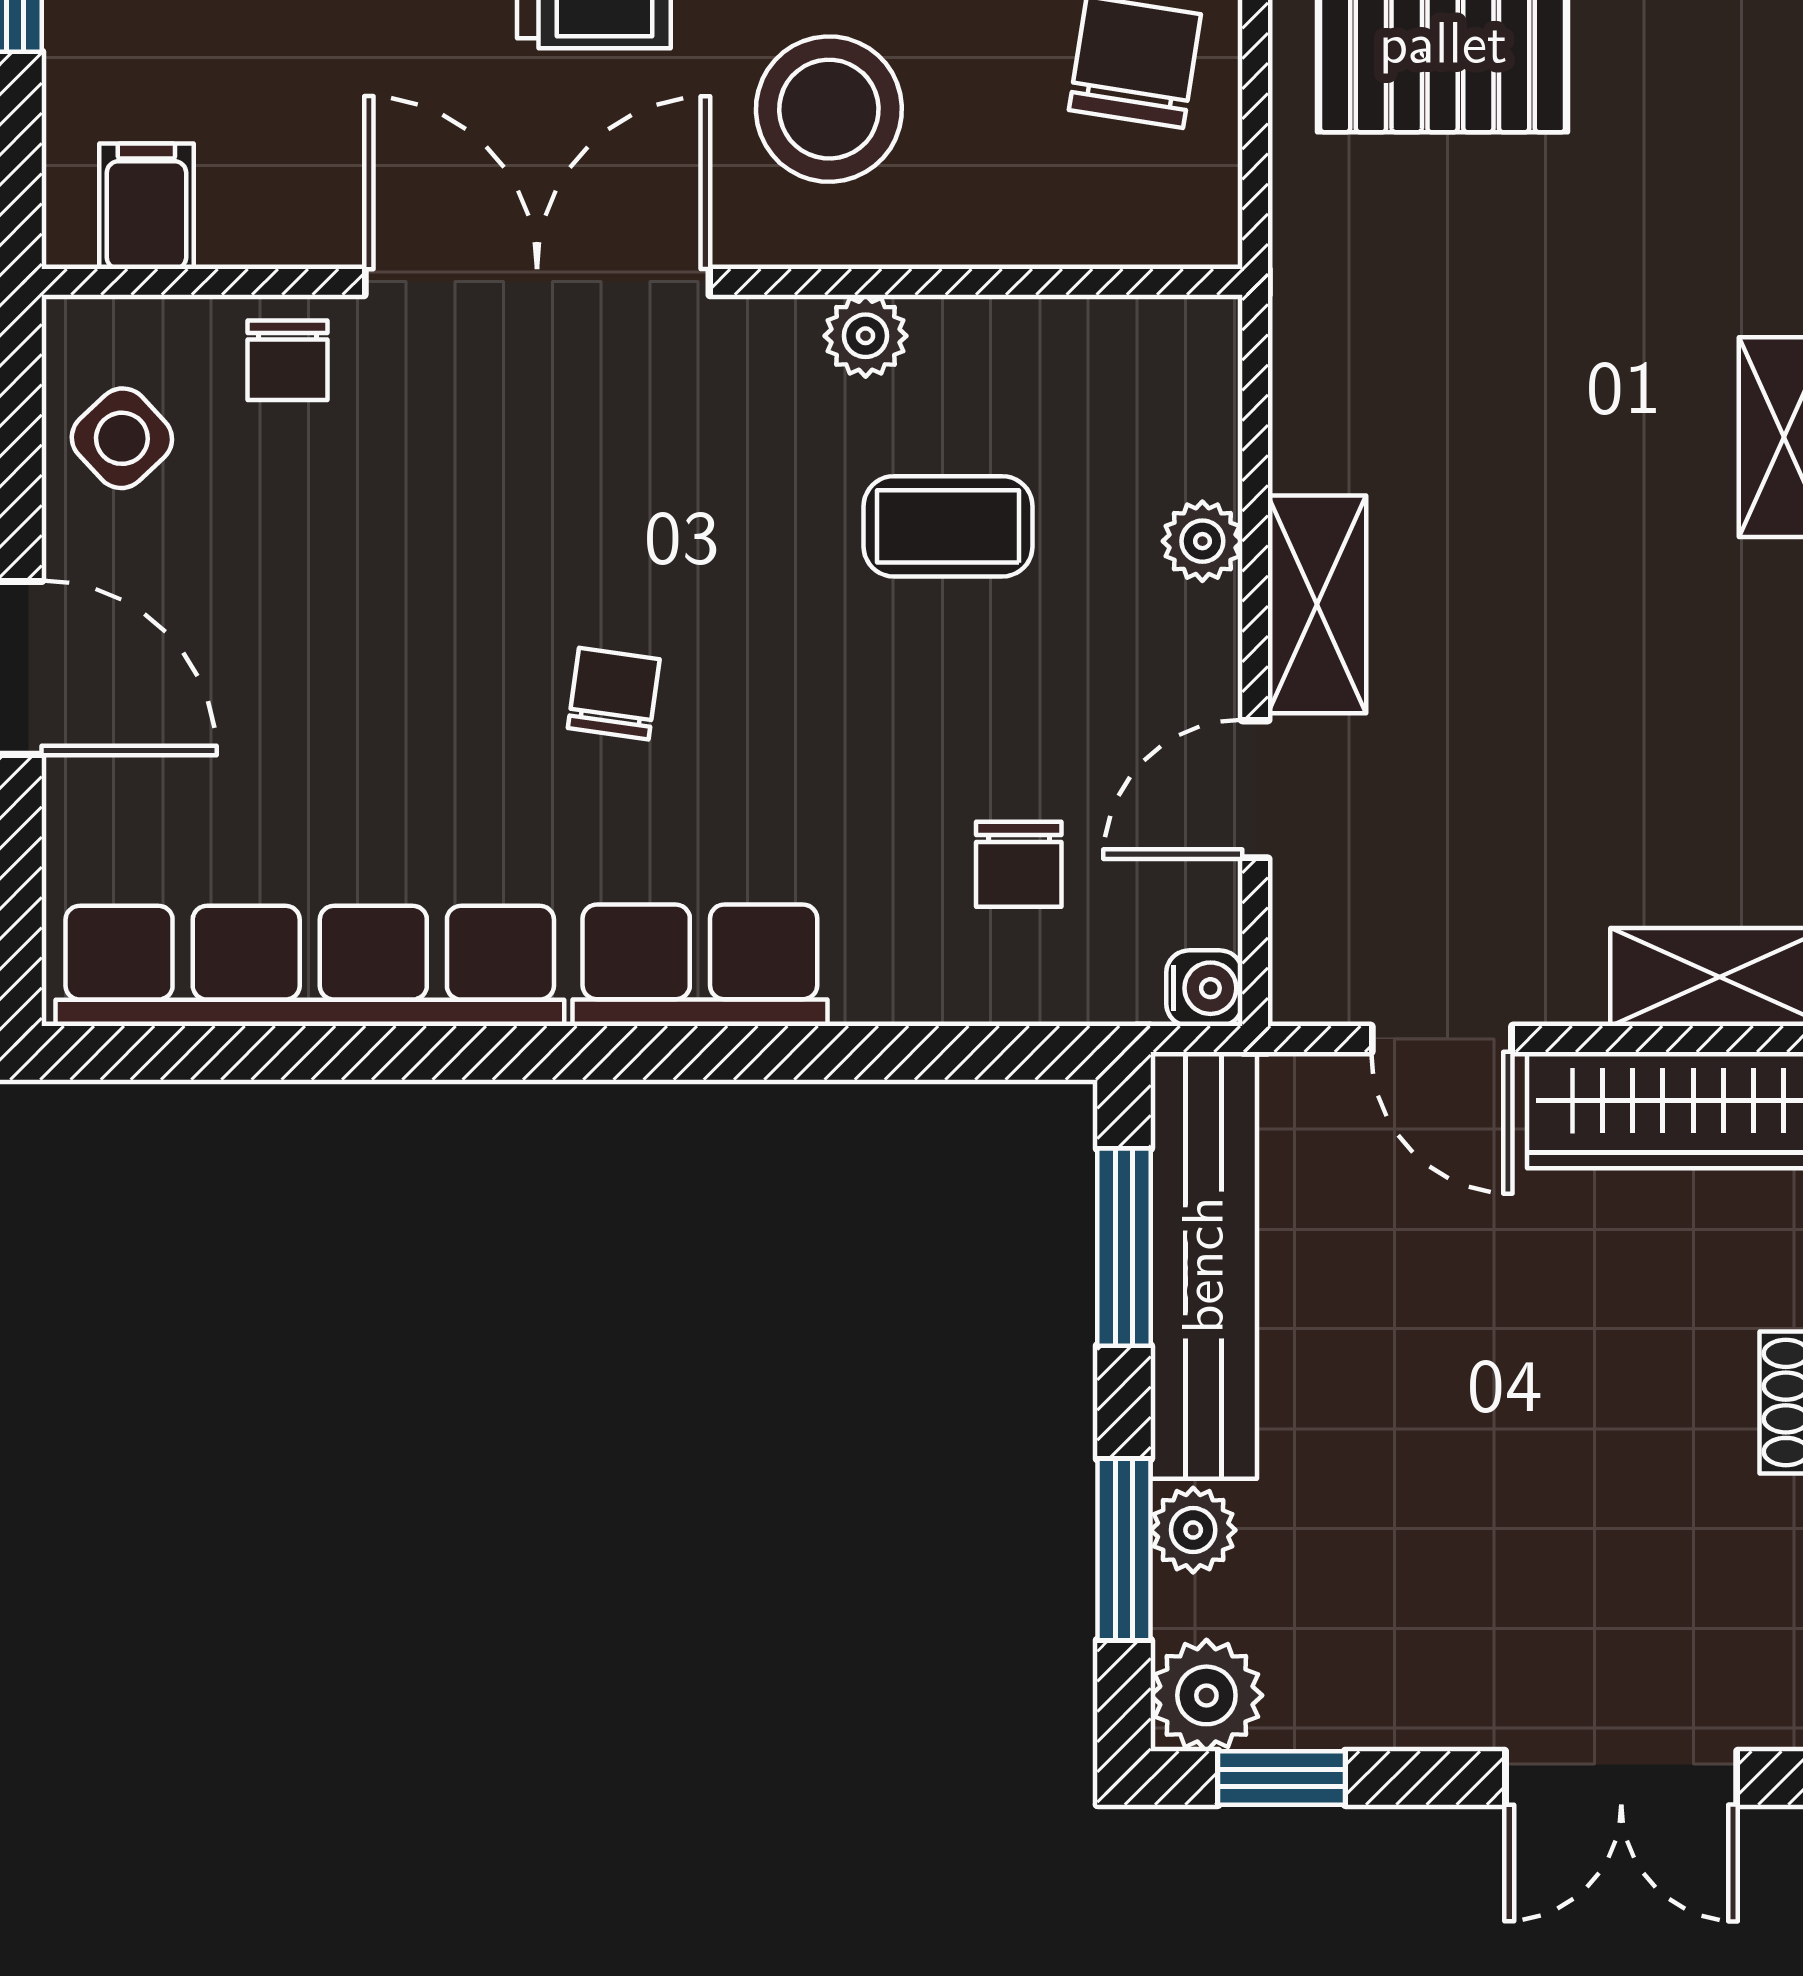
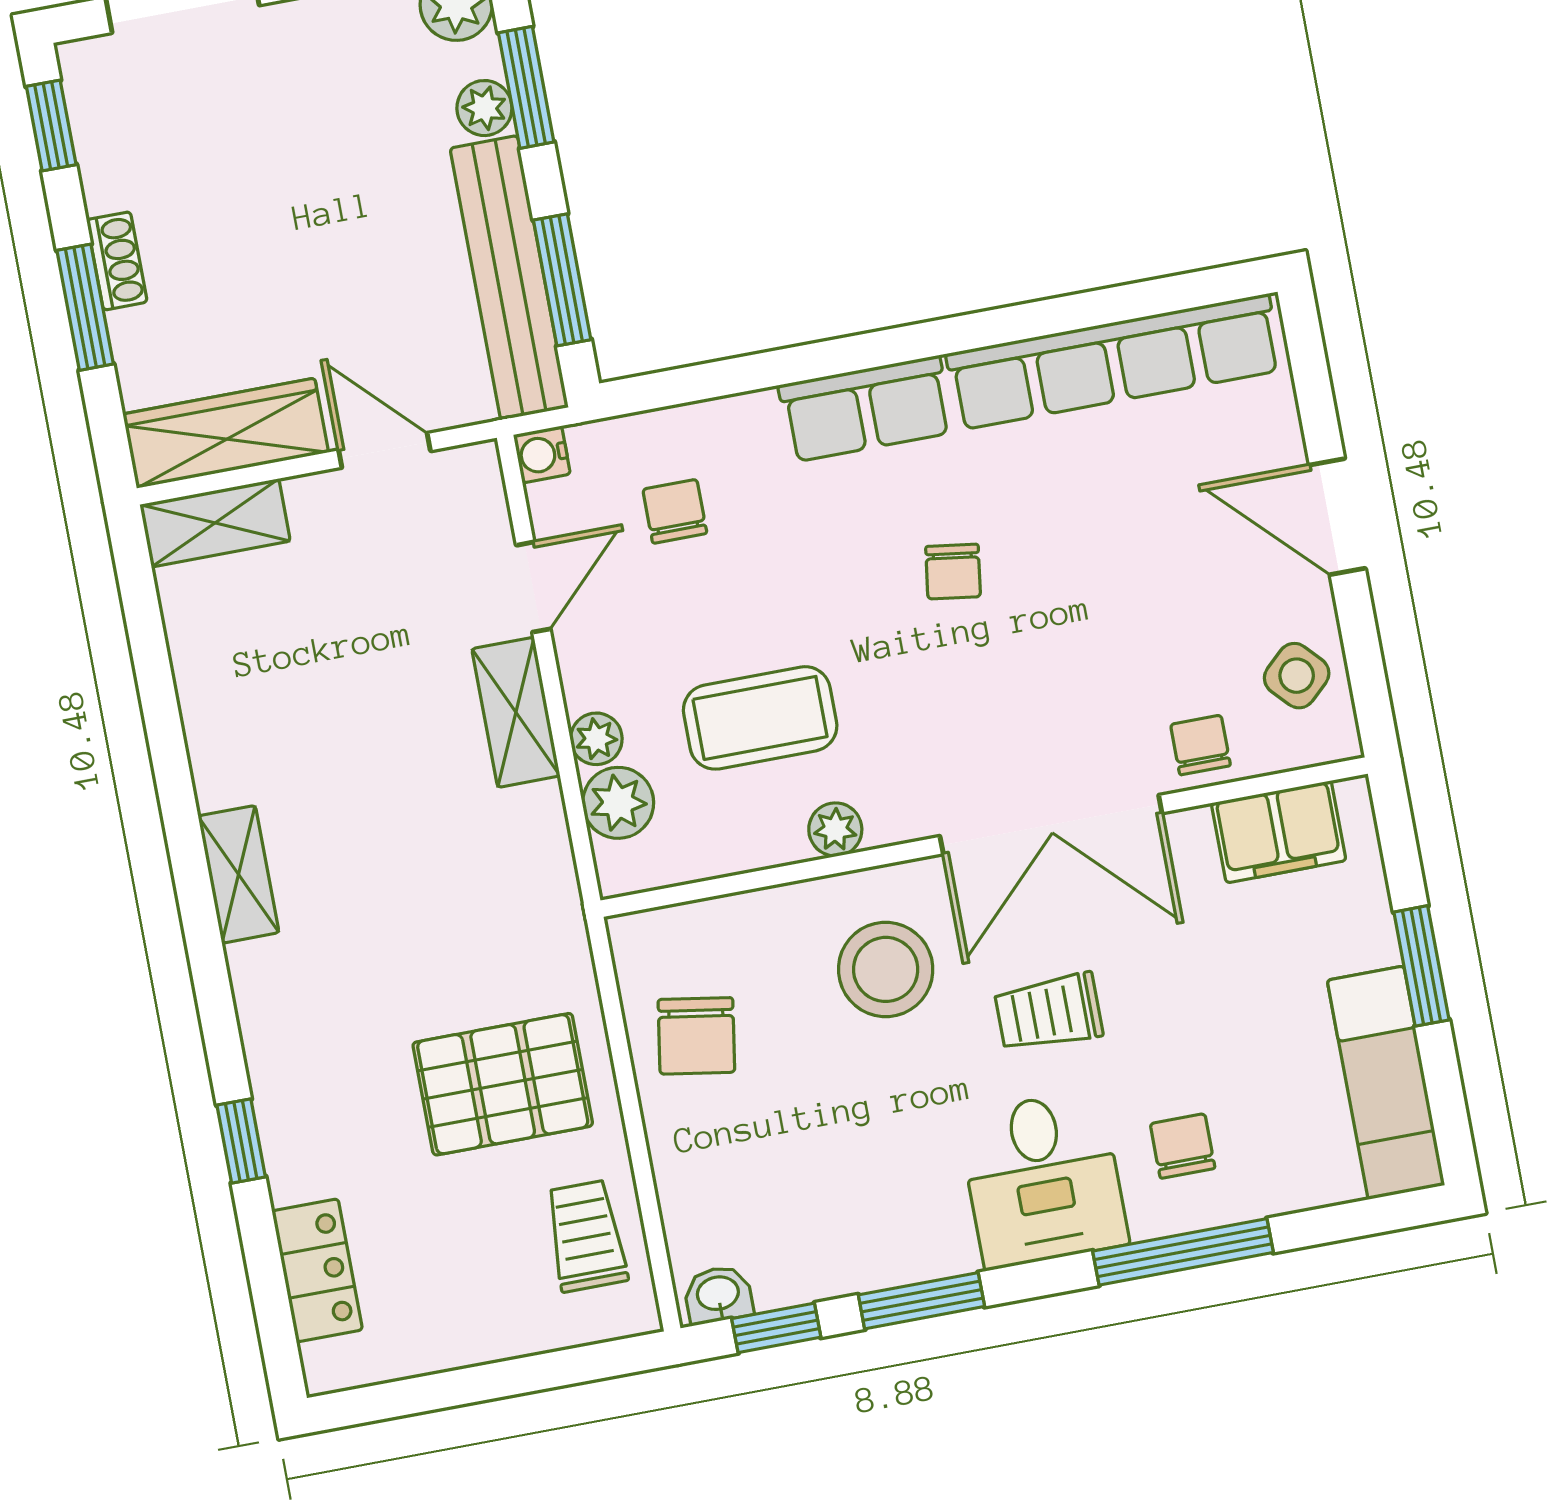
filing cabinet: (146, 206) -> (1279, 832), width x2.00
plant: (1187, 438) -> (618, 803), added
coffee table: (948, 526) -> (760, 718), width x1.36, depth x1.30

